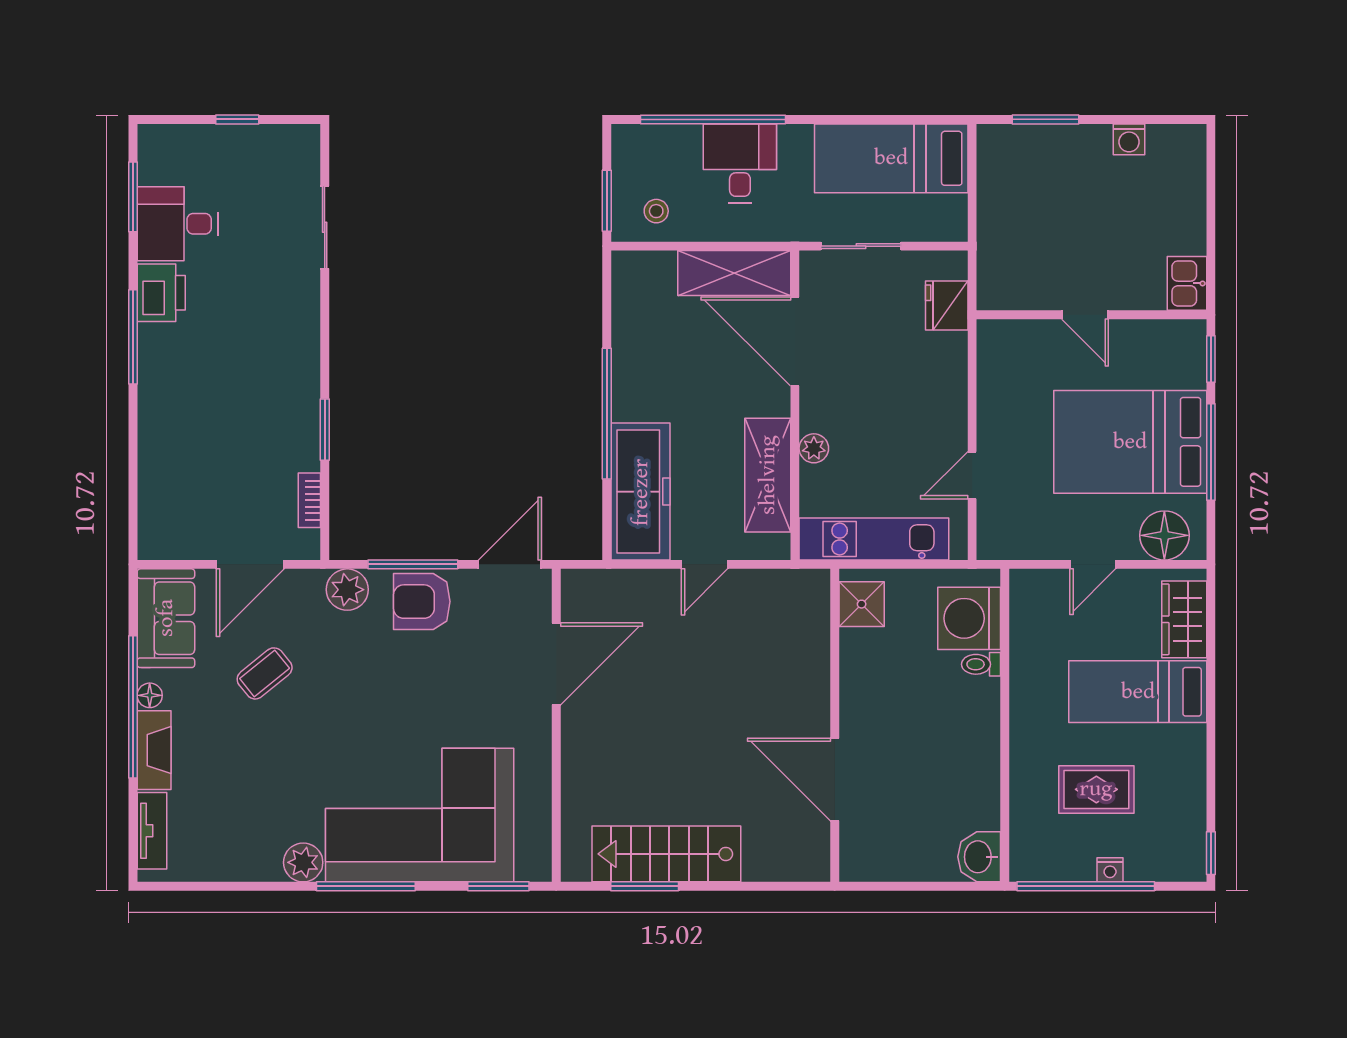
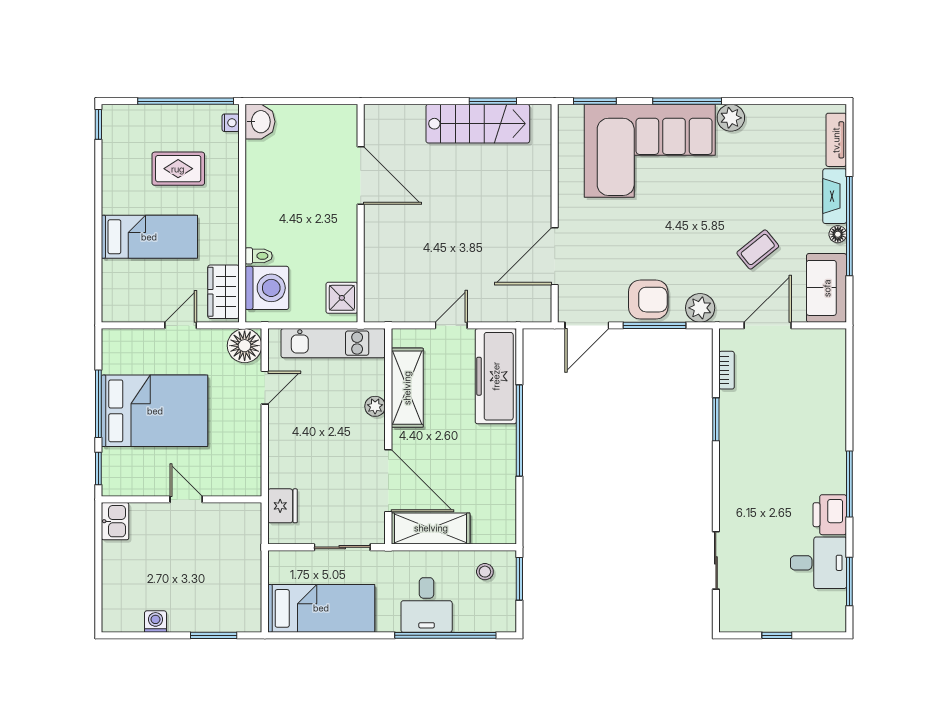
floor lamp: (1164, 535) -> (245, 346), moved
wardrobe: (1184, 619) -> (223, 292), moved, turned 180
nightstand: (1110, 870) -> (231, 123), moved, turned 90

